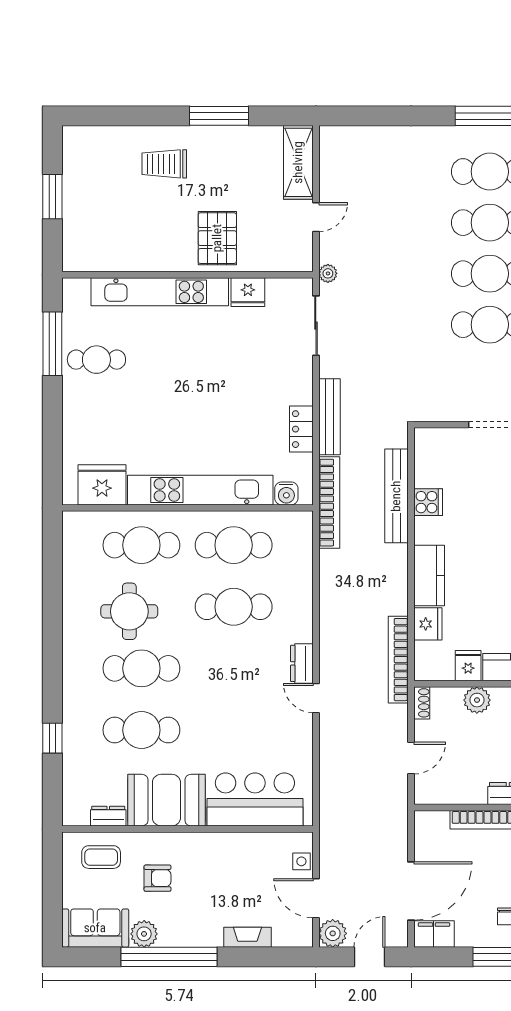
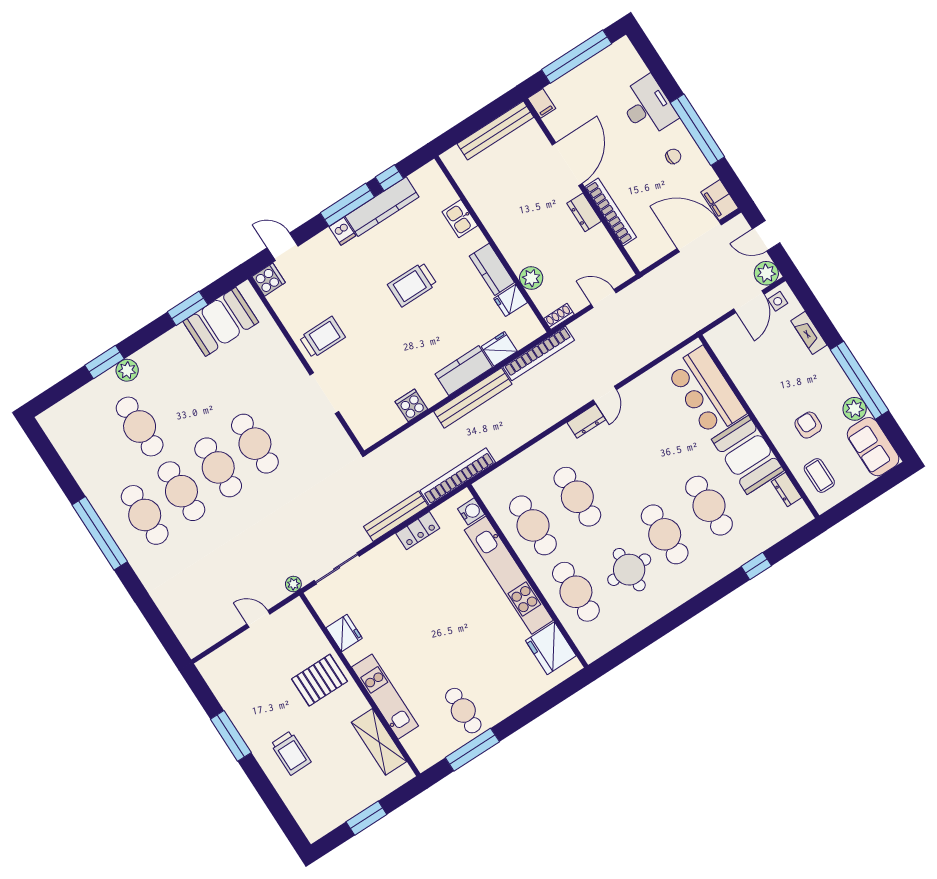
shelving: (298, 162) -> (379, 742), moved, turned 90
kitchen unit: (160, 292) -> (385, 697), width x0.73
bench: (396, 496) -> (473, 398), moved
side table: (301, 861) -> (778, 301), moved

